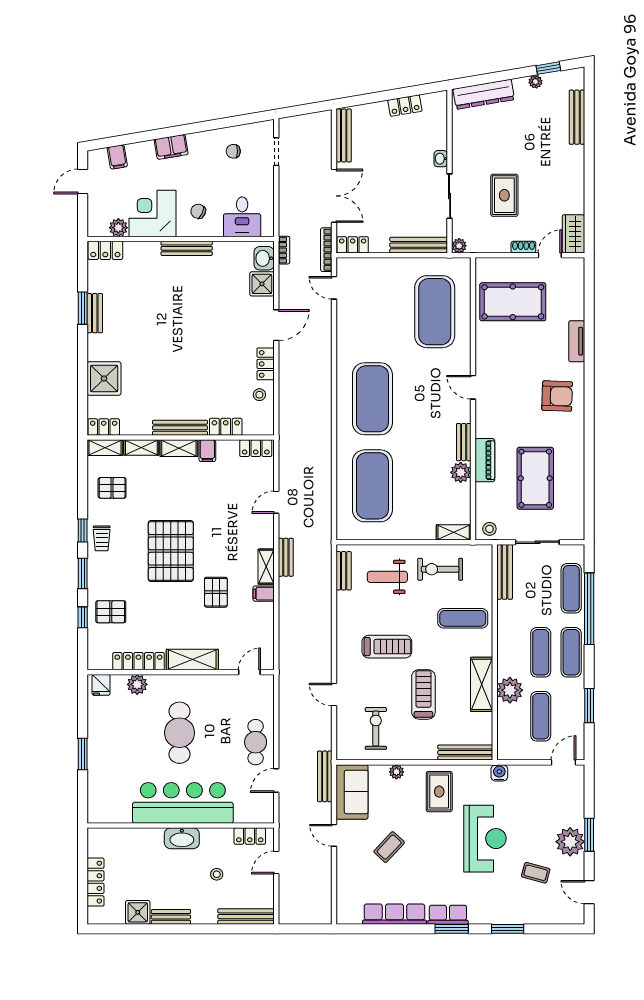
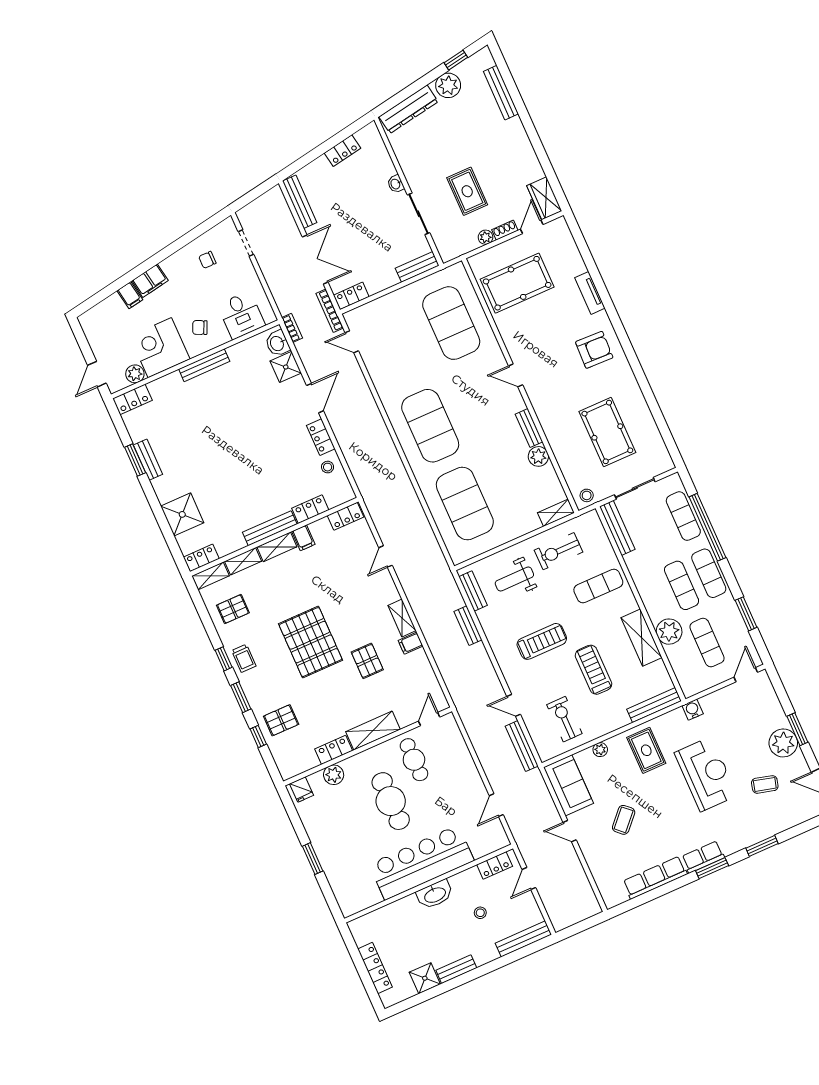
plant: (535, 82) -> (448, 85), width x1.88, depth x1.88
filing cabinet: (117, 157) -> (130, 295), moved
door: (83, 182) -> (97, 374), moved
bench: (419, 245) -> (417, 267), width x0.73
plant: (459, 246) -> (485, 237), moved
piano: (485, 460) -> (555, 436), removed
bench: (286, 557) -> (468, 626), moved
locker: (138, 661) -> (334, 750), width x0.66
cafe table: (256, 742) -> (414, 760), moved
bench: (325, 776) -> (522, 746), moved

